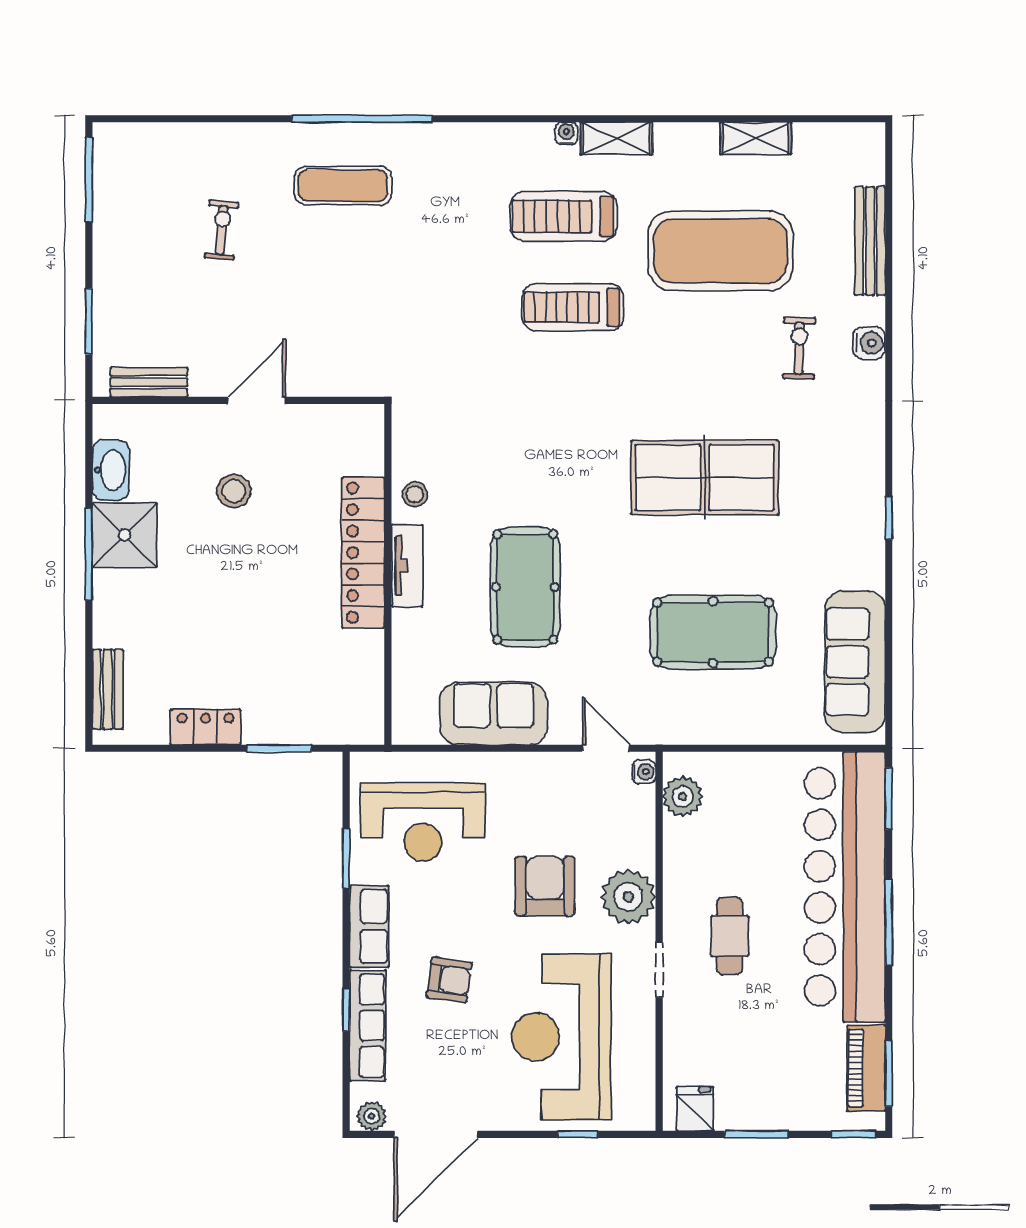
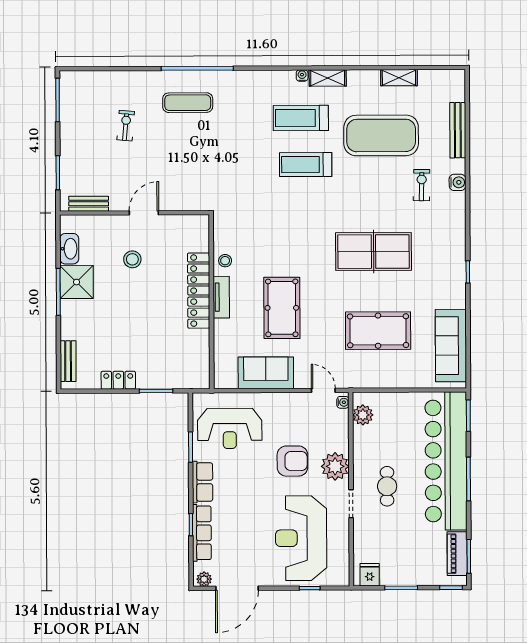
armchair: (545, 886) -> (292, 461), turned 90
armchair: (449, 980) -> (244, 509), removed

